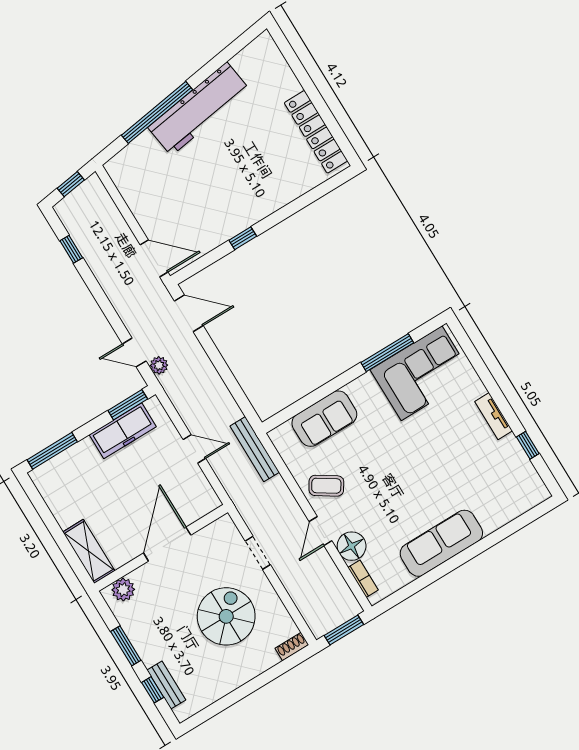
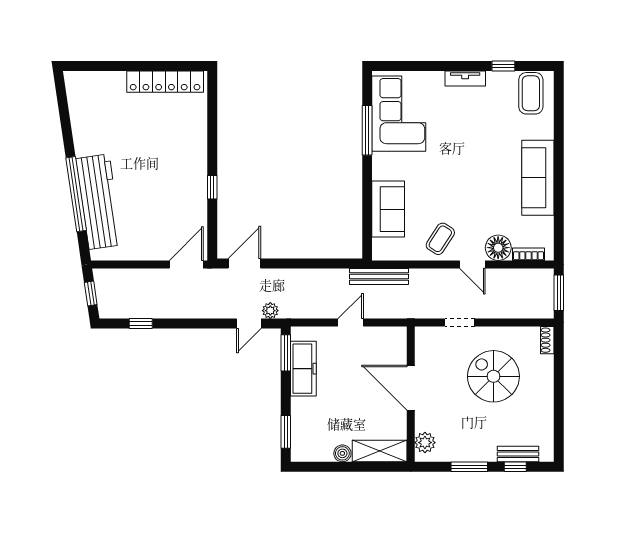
workbench: (199, 109) -> (99, 202), moved
window: (52, 451) -> (286, 432), width x0.69
coffee table: (518, 487) -> (531, 93), added
boiler: (65, 517) -> (342, 453), added

